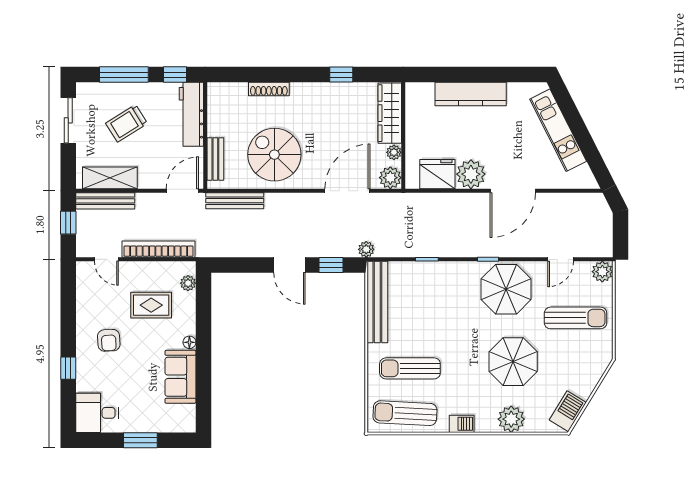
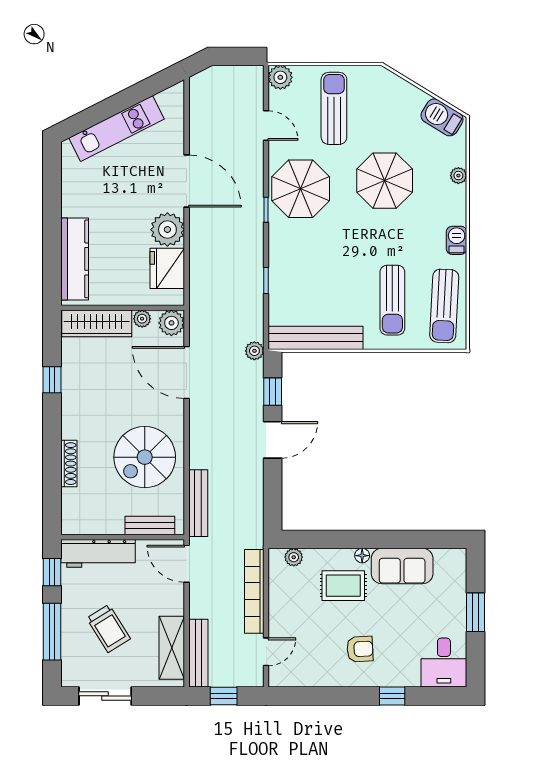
kitchen counter: (471, 94) -> (75, 259), moved
rug: (151, 305) -> (343, 586), moved, turned 90
plant: (511, 419) -> (458, 176), width x0.53, depth x0.53

